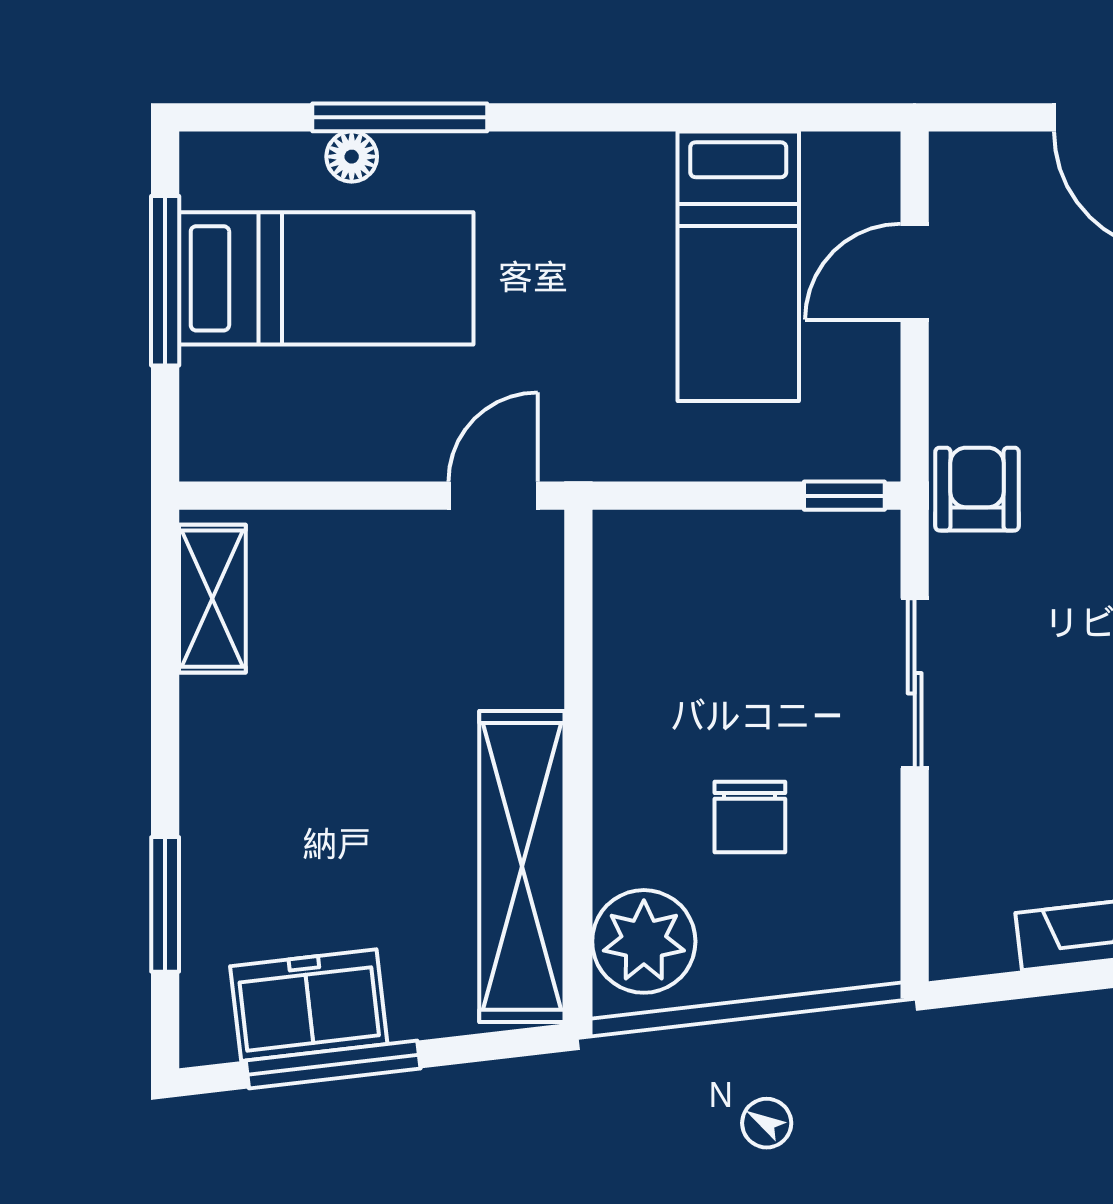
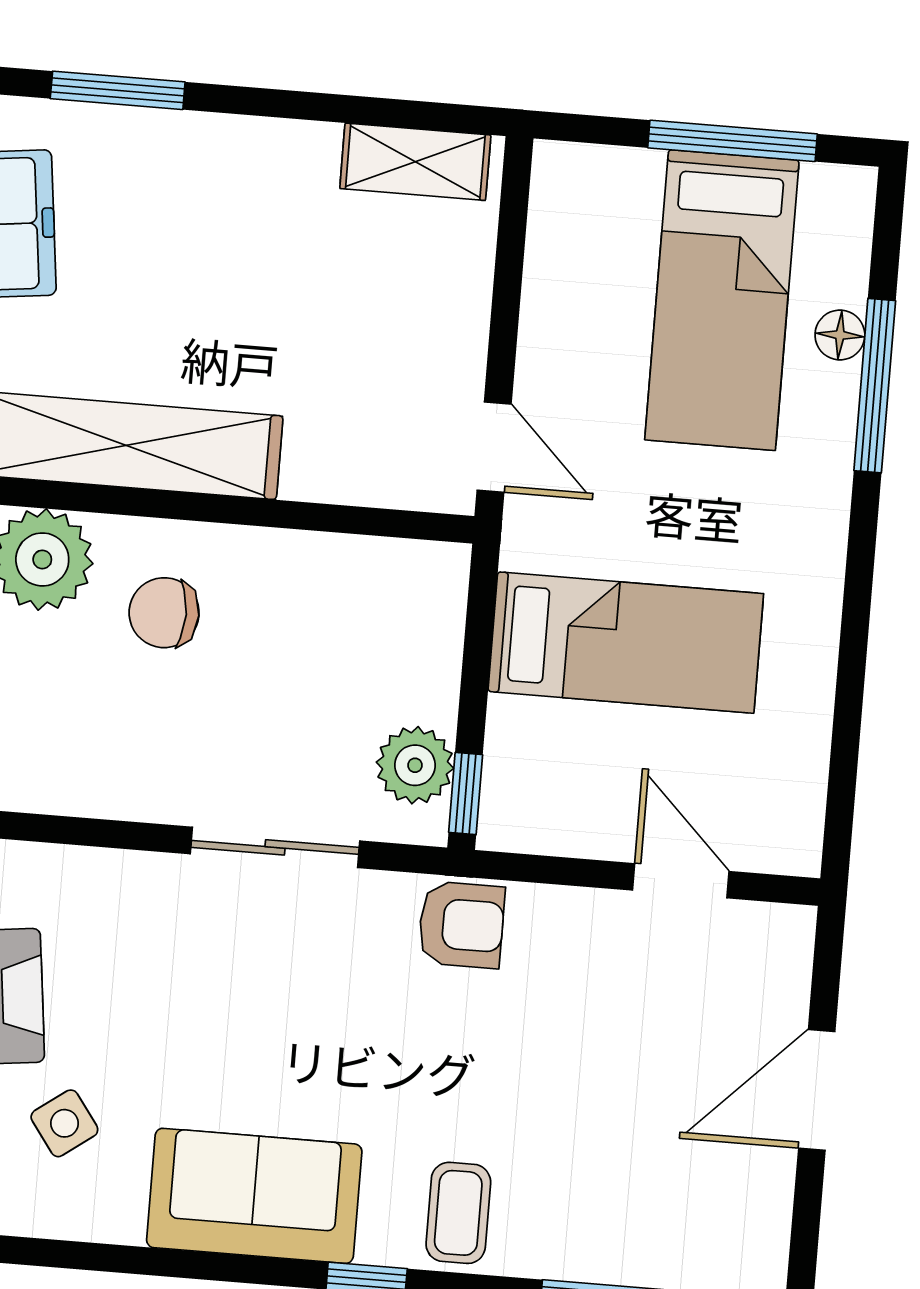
bed: (738, 266) -> (626, 643), moved, turned 180
plant: (820, 549) -> (415, 765), added
chair: (750, 817) -> (164, 613), moved

